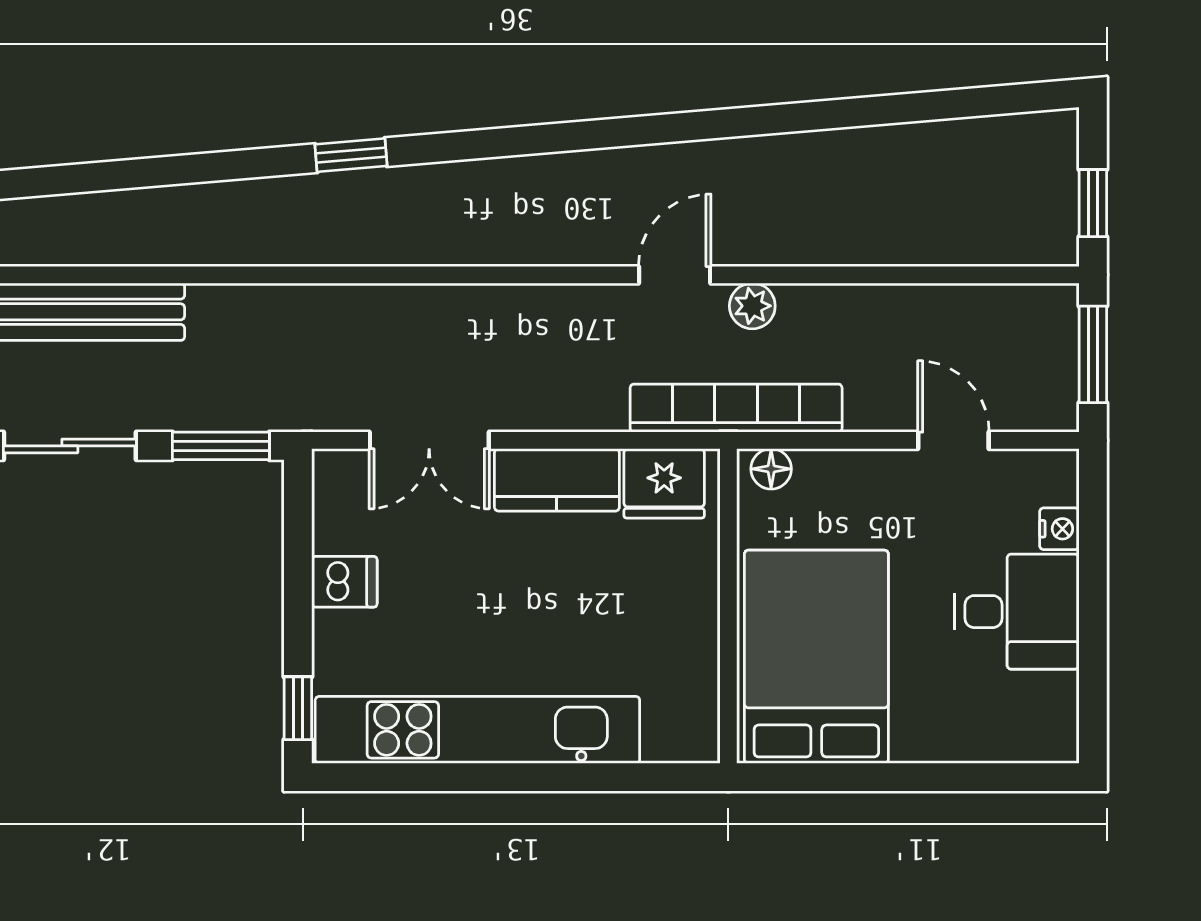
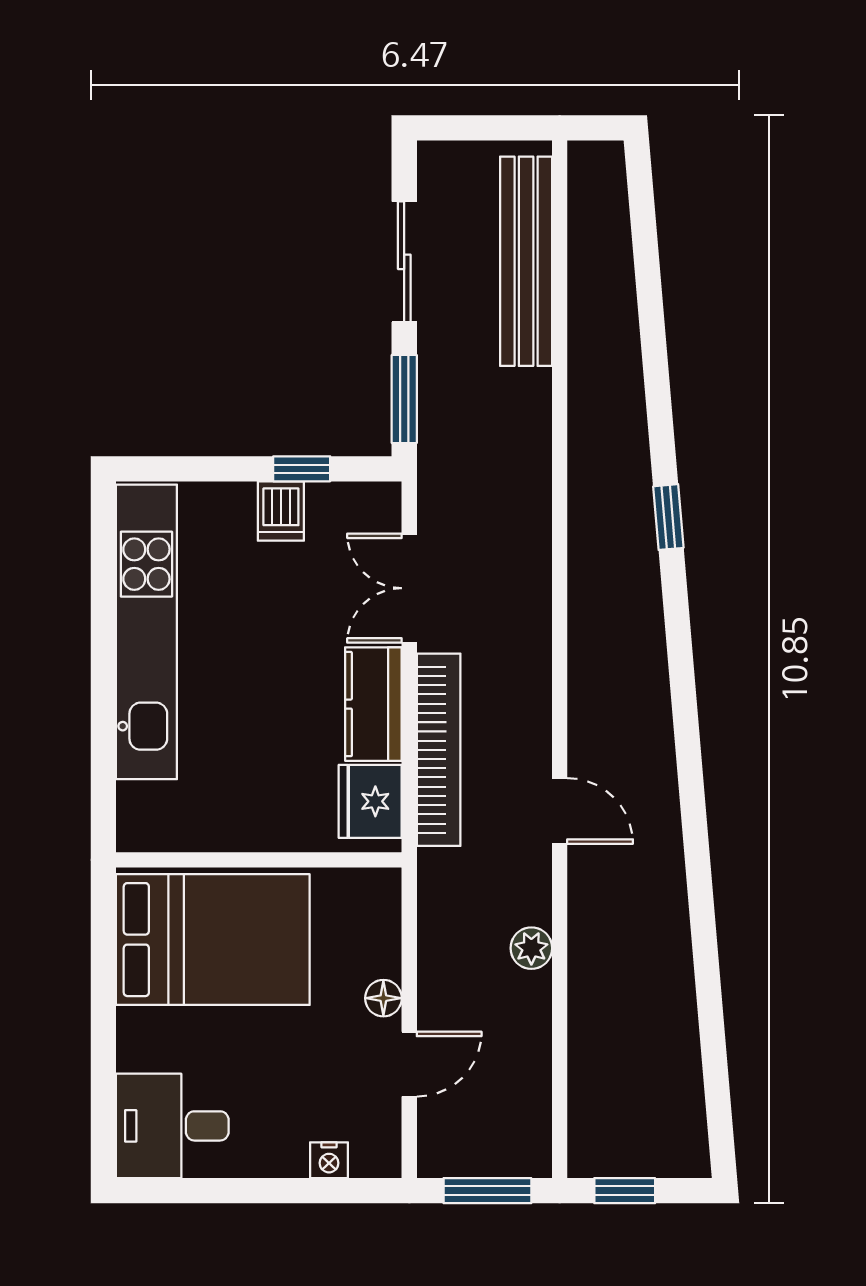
plant: (752, 306) -> (531, 948), moved
bookcase: (736, 408) -> (439, 750), moved
floor lamp: (771, 469) -> (383, 998), moved
desk: (1017, 612) -> (172, 1126), moved, turned 90
window: (298, 708) -> (302, 469), moved

